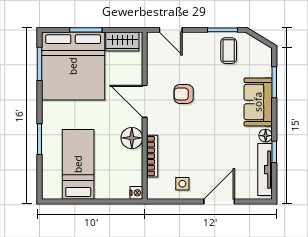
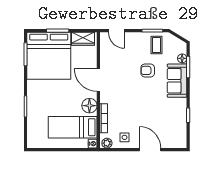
armchair: (184, 94) -> (148, 70), moved
floor lamp: (266, 136) -> (182, 58), moved
bed: (78, 164) -> (73, 127), moved, turned -90
tv unit: (265, 170) -> (182, 128), removed
plant: (157, 192) -> (107, 143), added
door: (219, 201) -> (150, 150), hinge flipped

